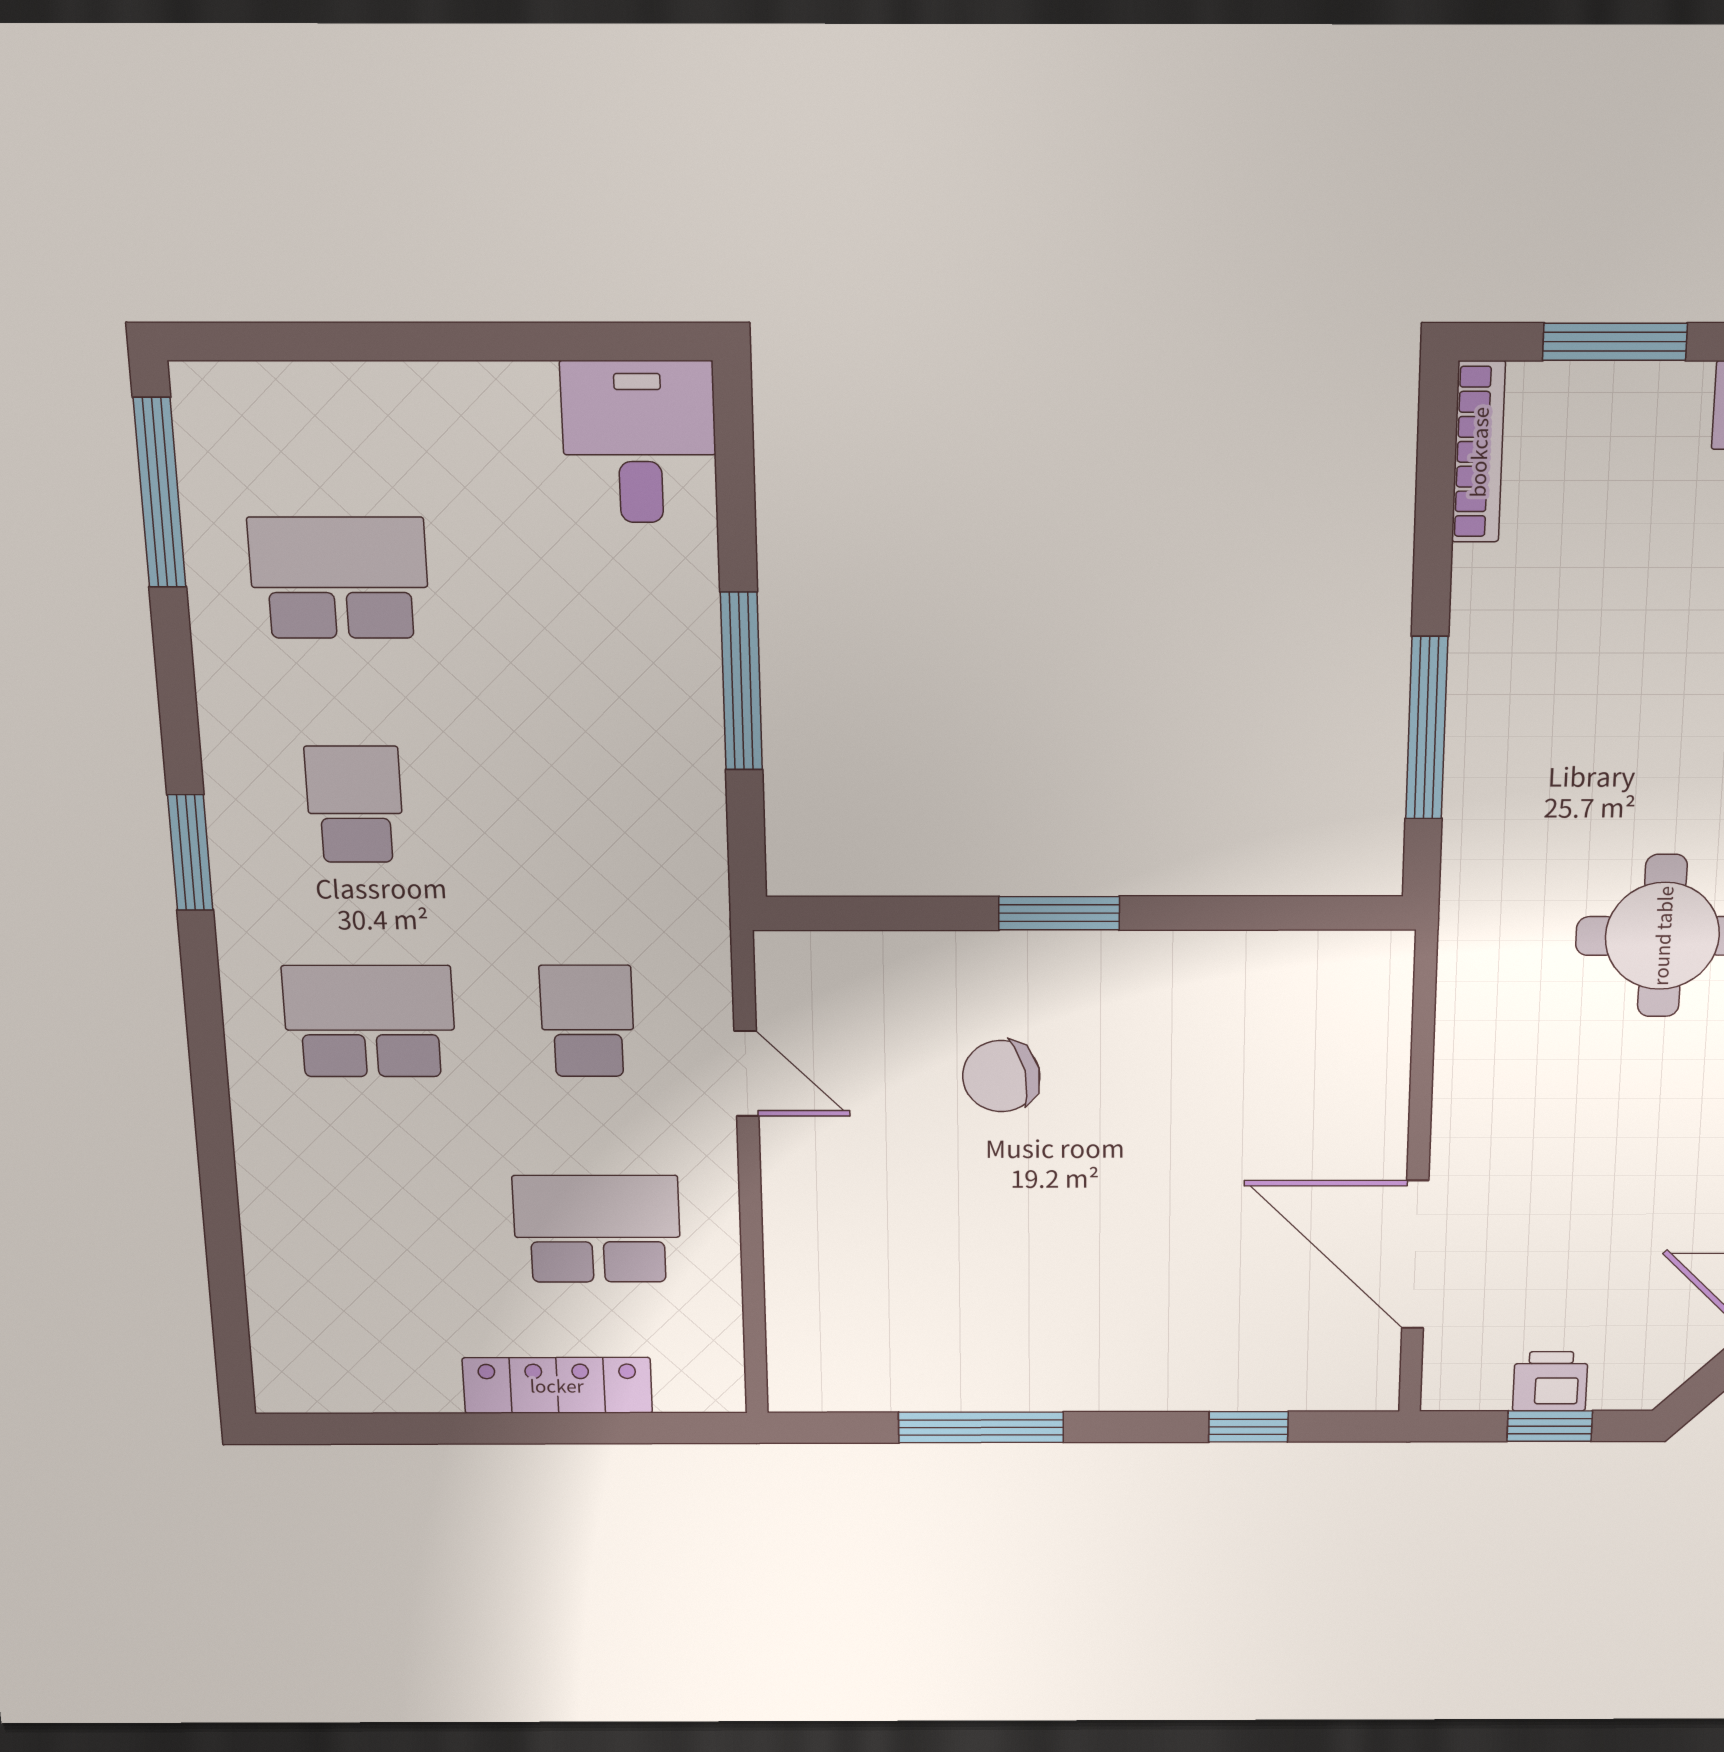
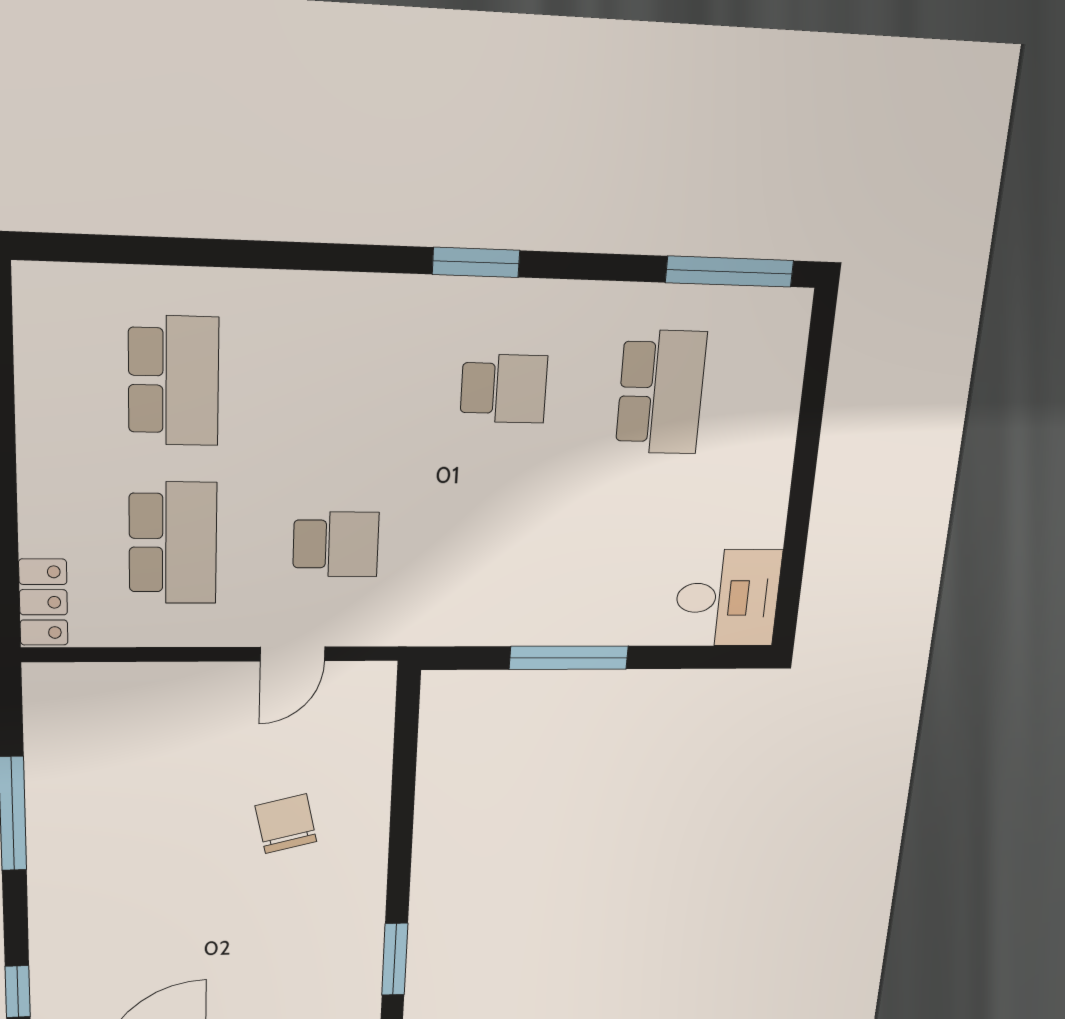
window: (1059, 913) -> (395, 959), moved
school desk: (369, 1021) -> (174, 381), moved
locker: (557, 1385) -> (43, 602), moved, width x0.66

